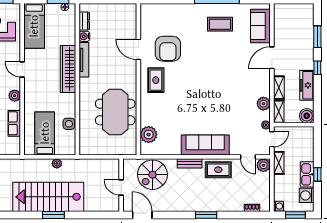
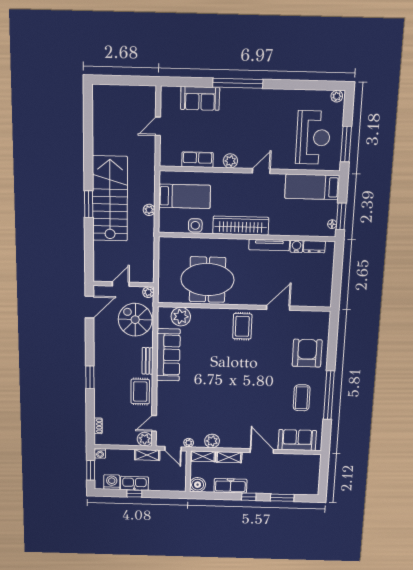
armchair: (168, 49) -> (307, 353), moved, turned 90
wardrobe: (68, 69) -> (241, 226), moved
rug: (156, 80) -> (242, 326), turned 90
sofa: (205, 145) -> (168, 355), moved
plant: (128, 163) -> (148, 292), added

